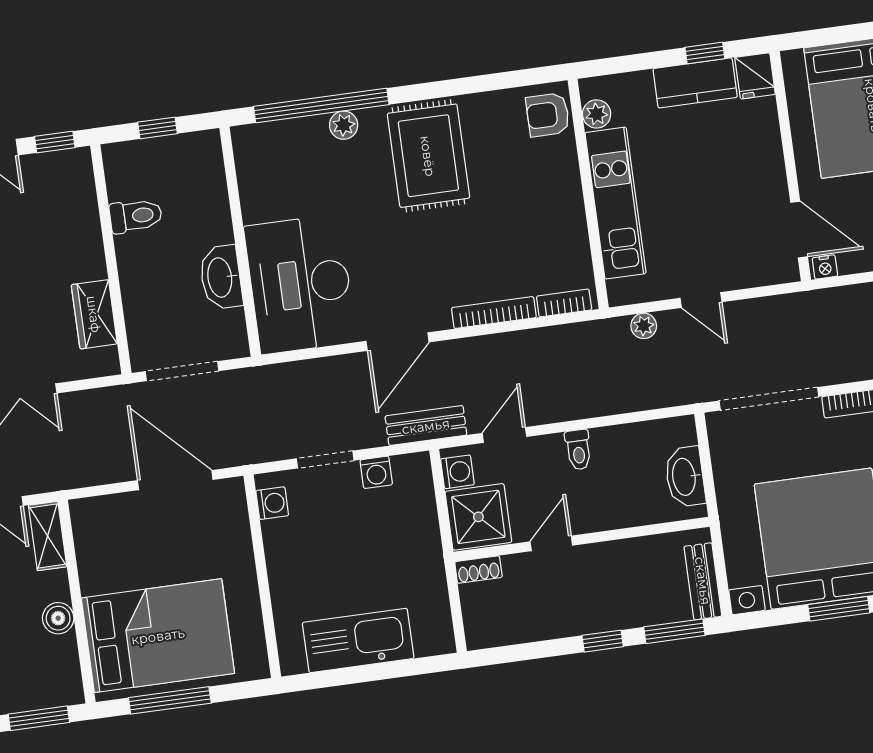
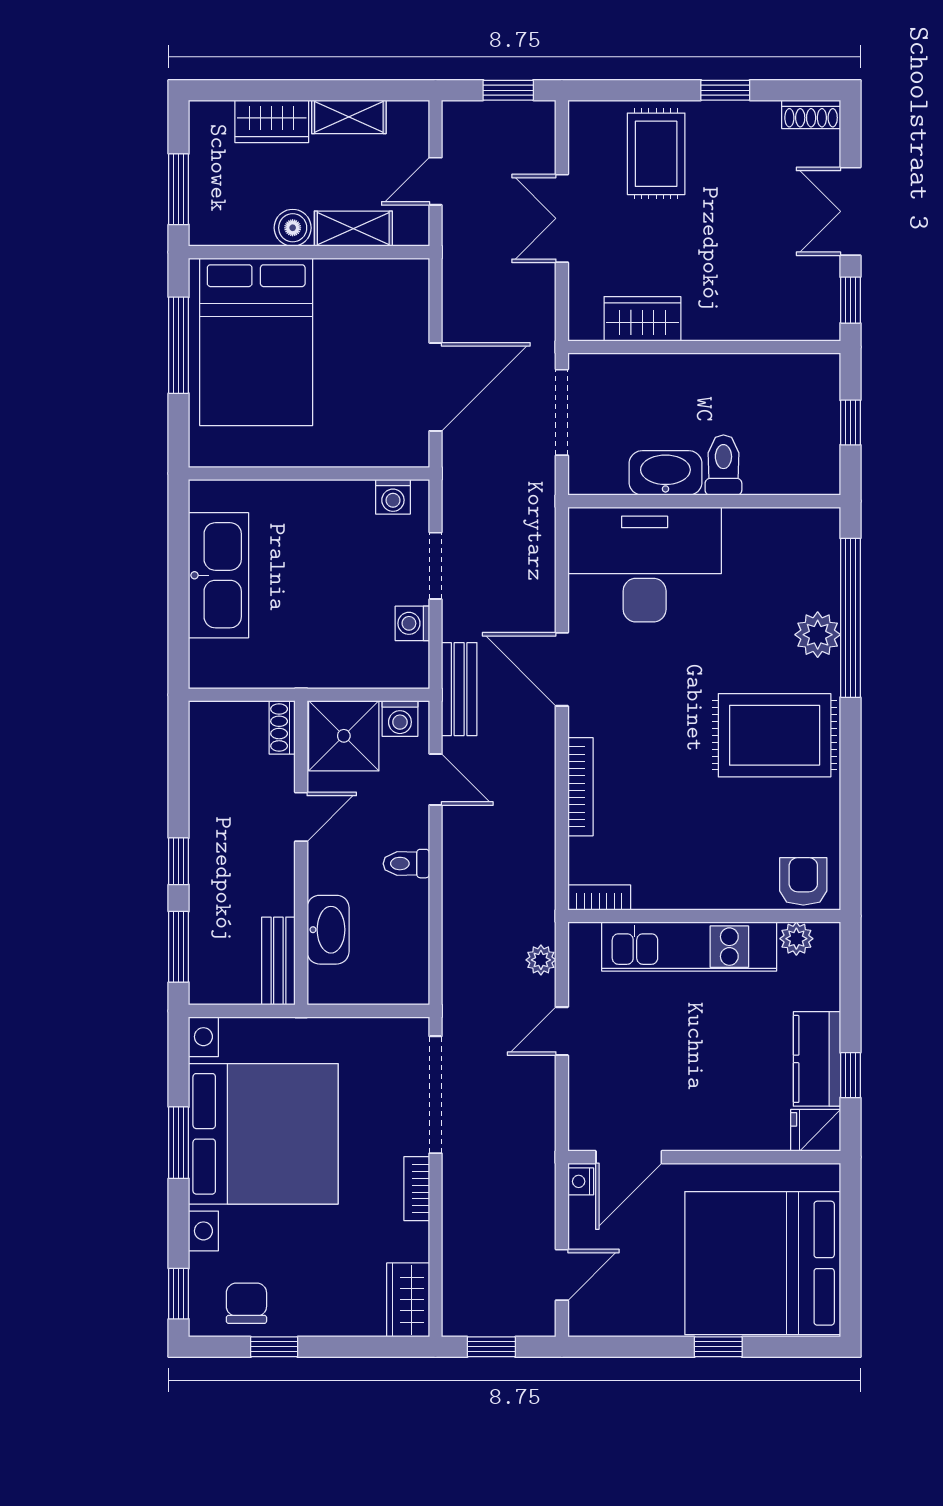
plant: (344, 125) -> (818, 635), width x1.38, depth x1.38
toilet: (136, 216) -> (723, 465), moved, turned 180
bookcase: (564, 303) -> (599, 898), moved, turned -90
washbasin: (685, 477) -> (328, 930), moved, turned 90
shelving: (48, 536) -> (353, 229), moved
door: (551, 543) -> (301, 817), hinge flipped
bench: (703, 581) -> (278, 961), moved, turned 90

